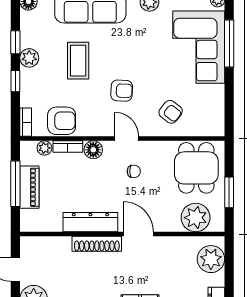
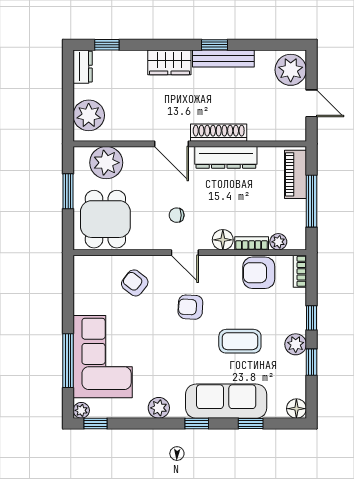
coffee table: (78, 61) -> (240, 341), turned 90
piano: (29, 187) -> (295, 174), moved

